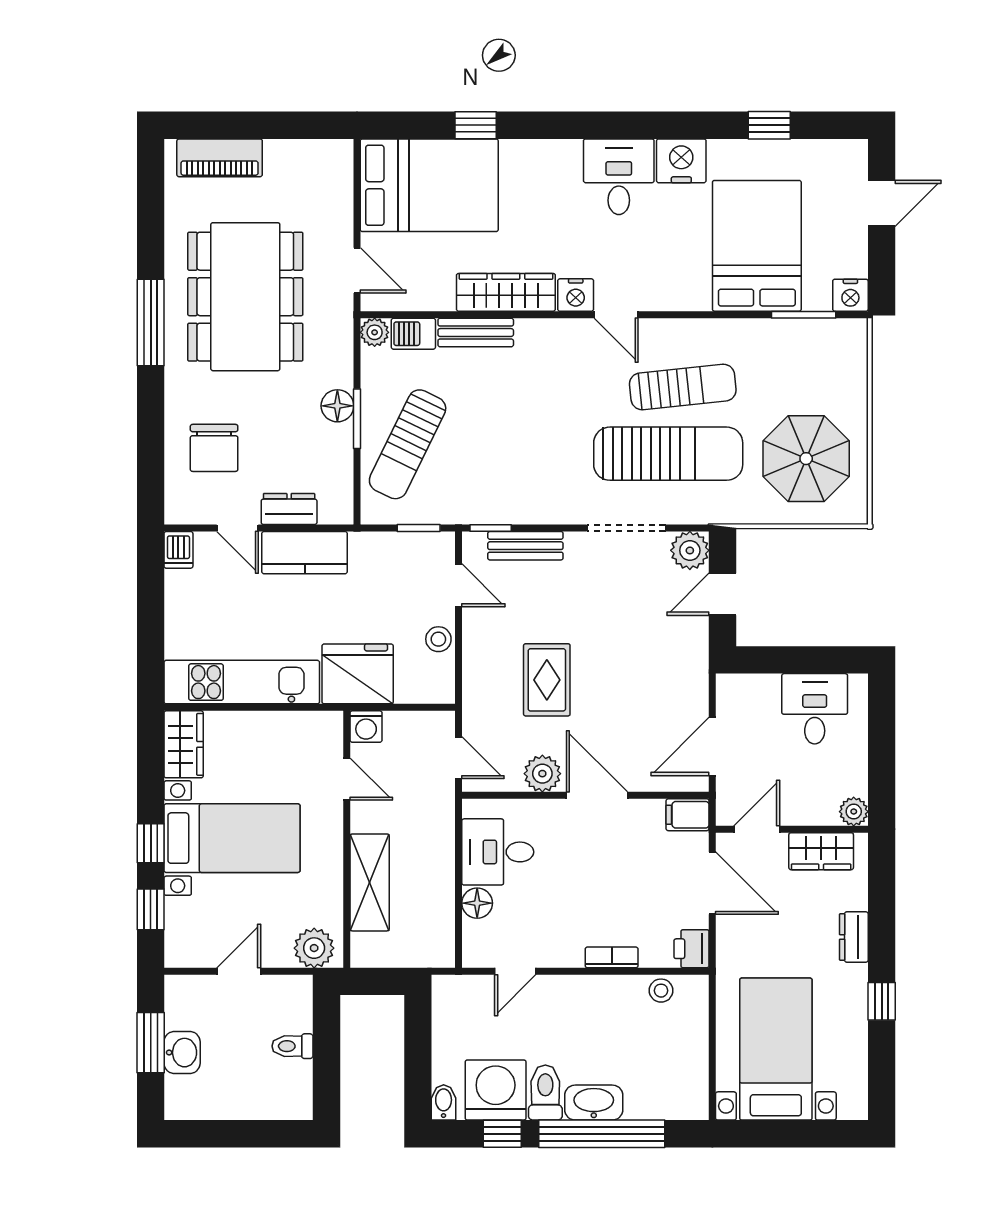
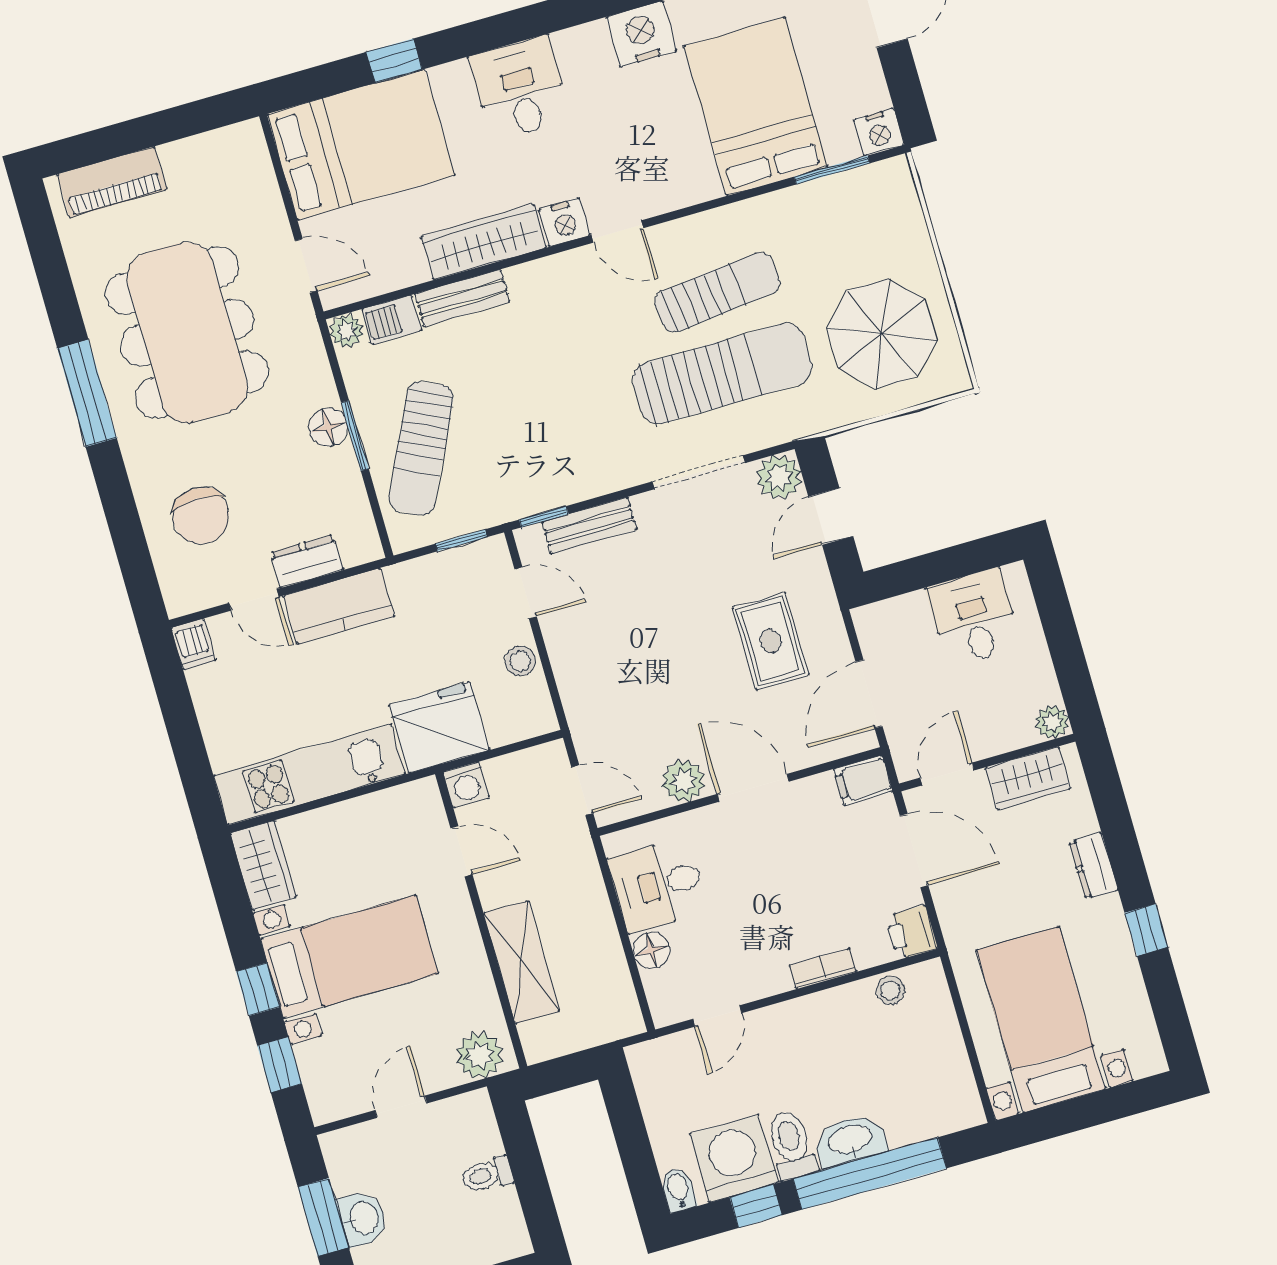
desk: (619, 177) -> (520, 88), moved
rug: (547, 680) -> (771, 641), moved

